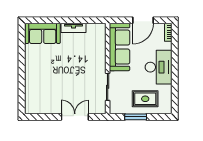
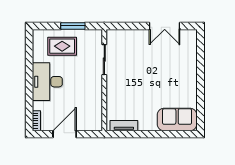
tv unit: (73, 28) -> (124, 126), moved
sofa: (120, 47) -> (91, 104), removed
double door: (75, 117) -> (165, 26), moved

